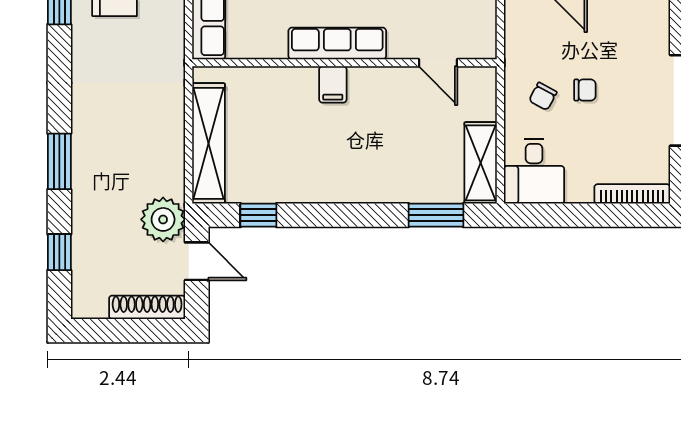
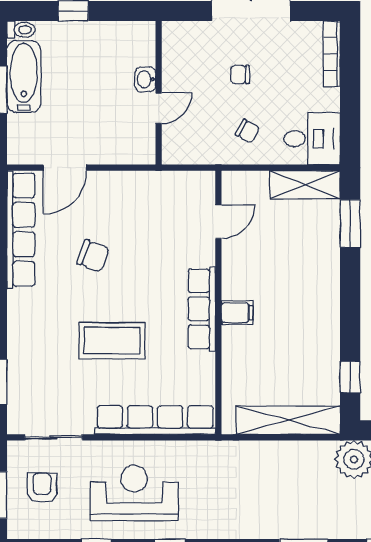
chair: (585, 90) -> (240, 74), moved, turned -90

